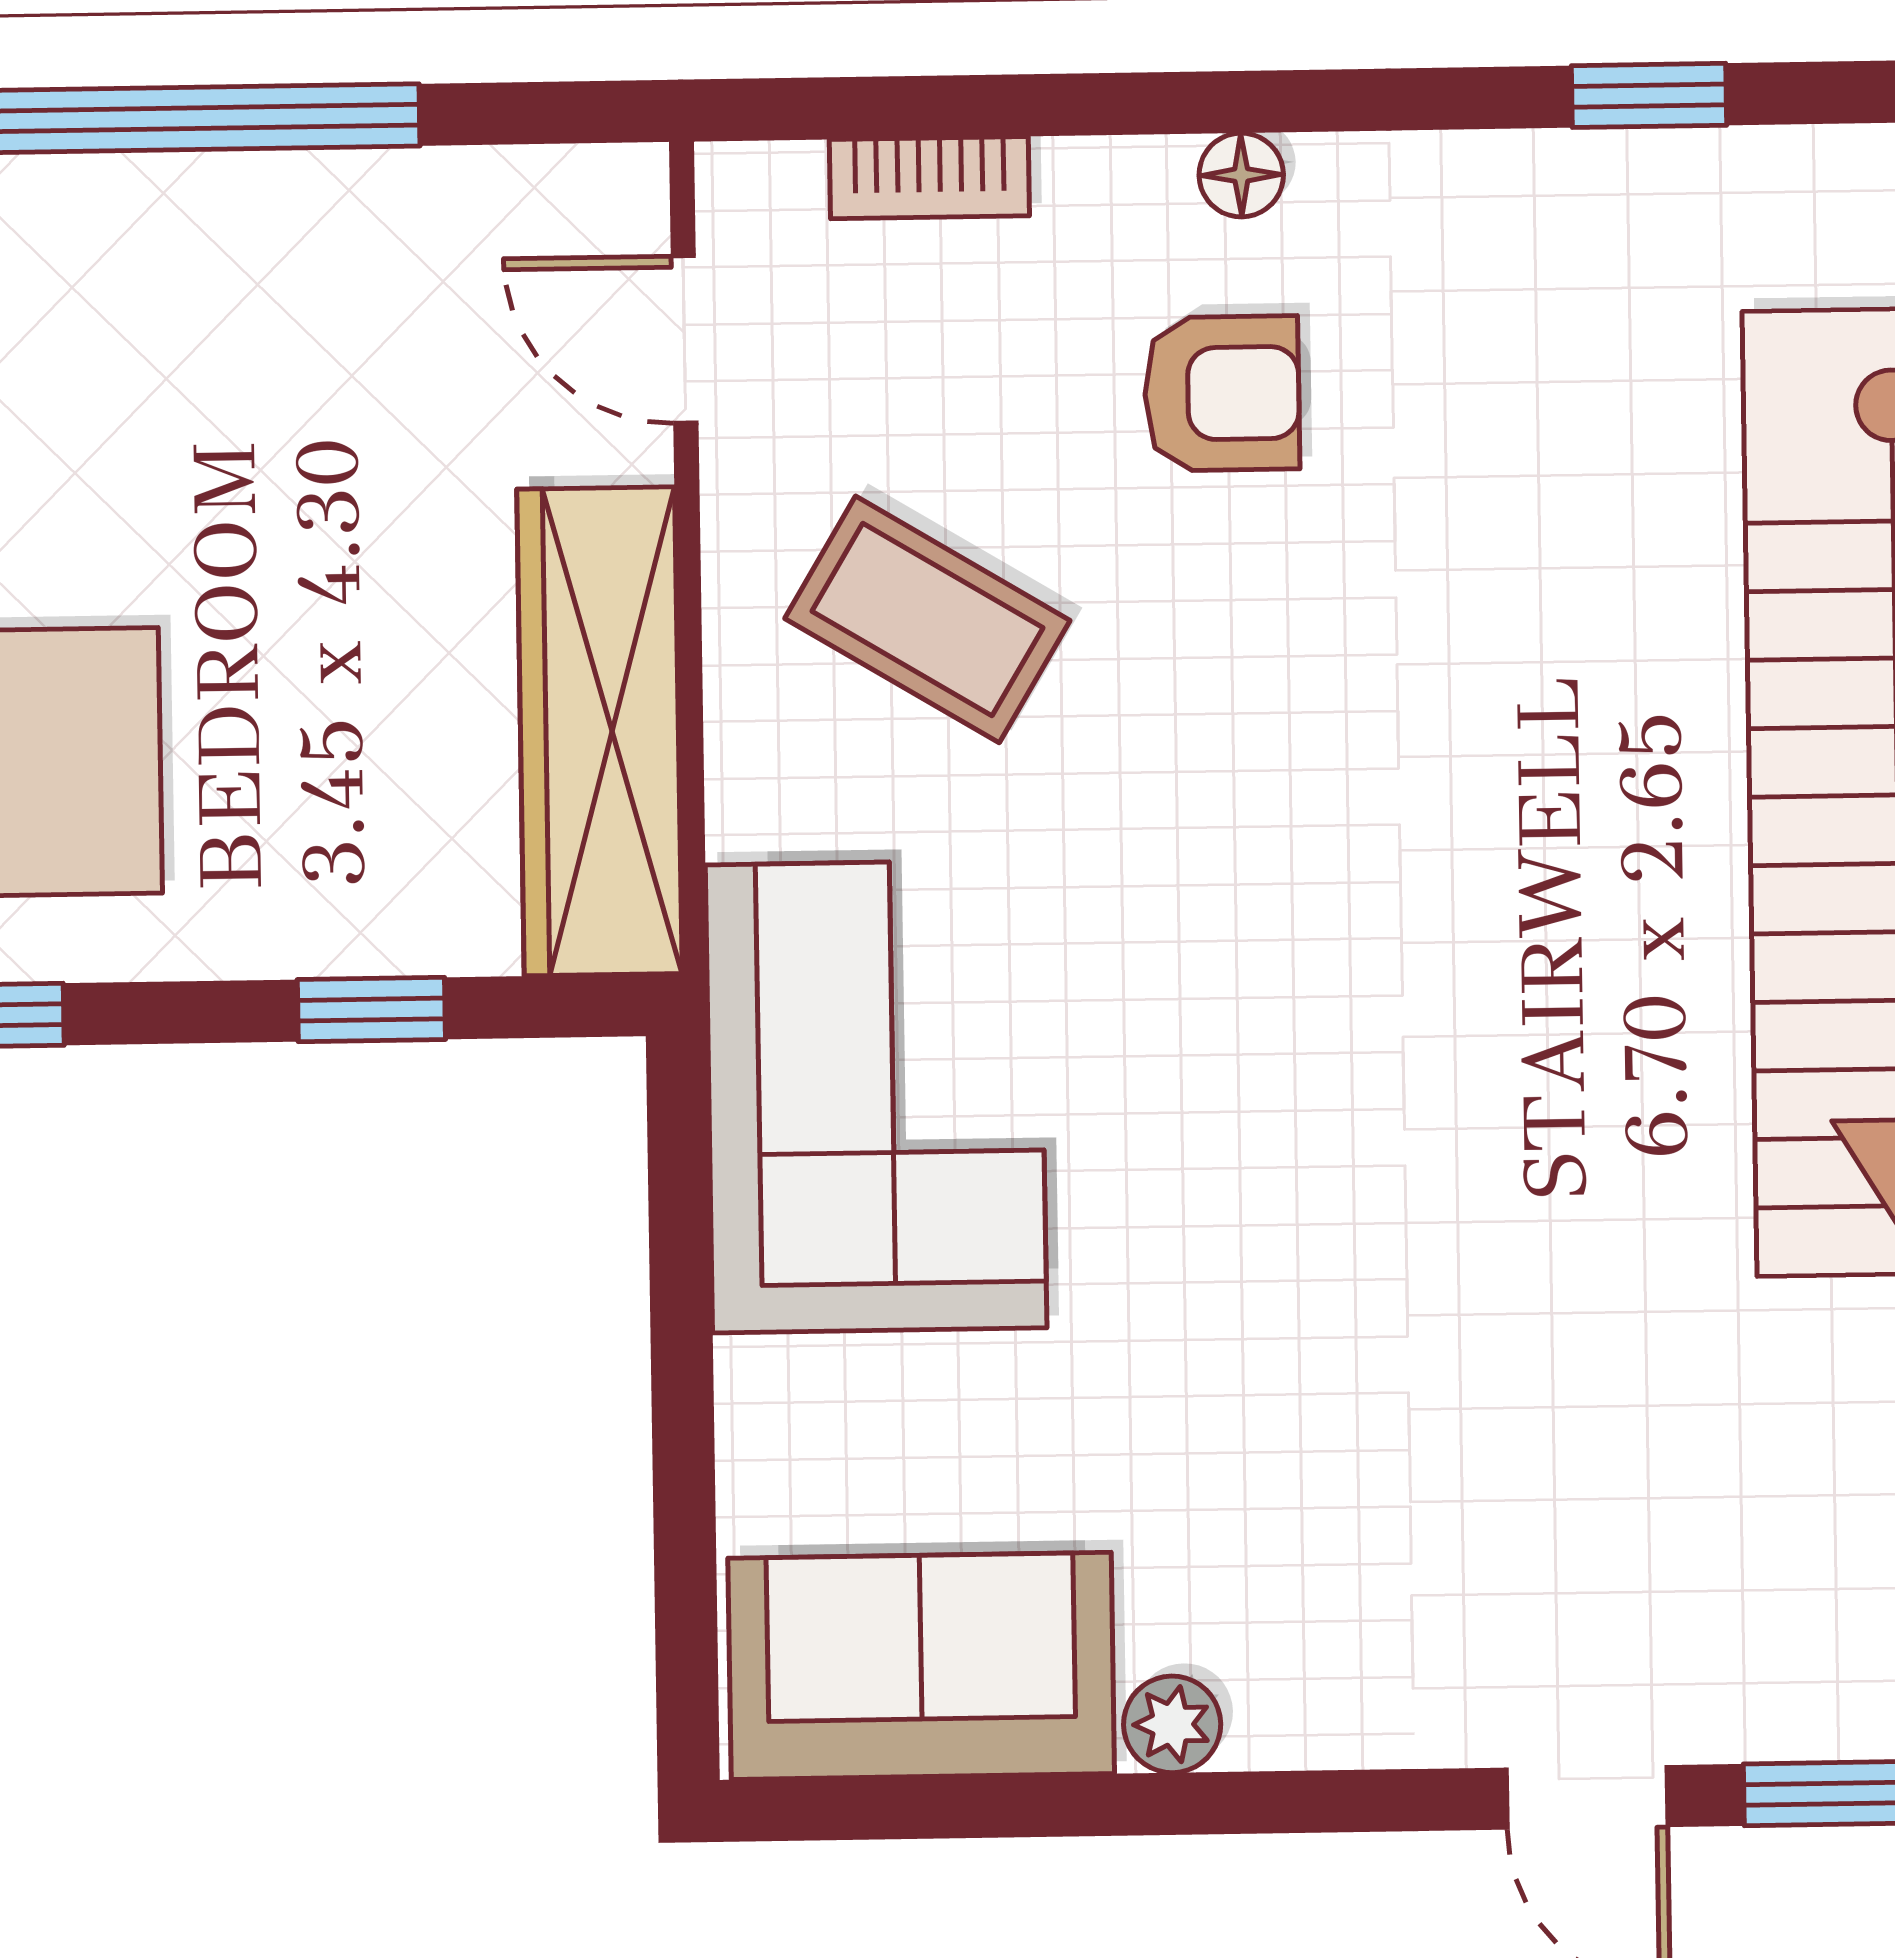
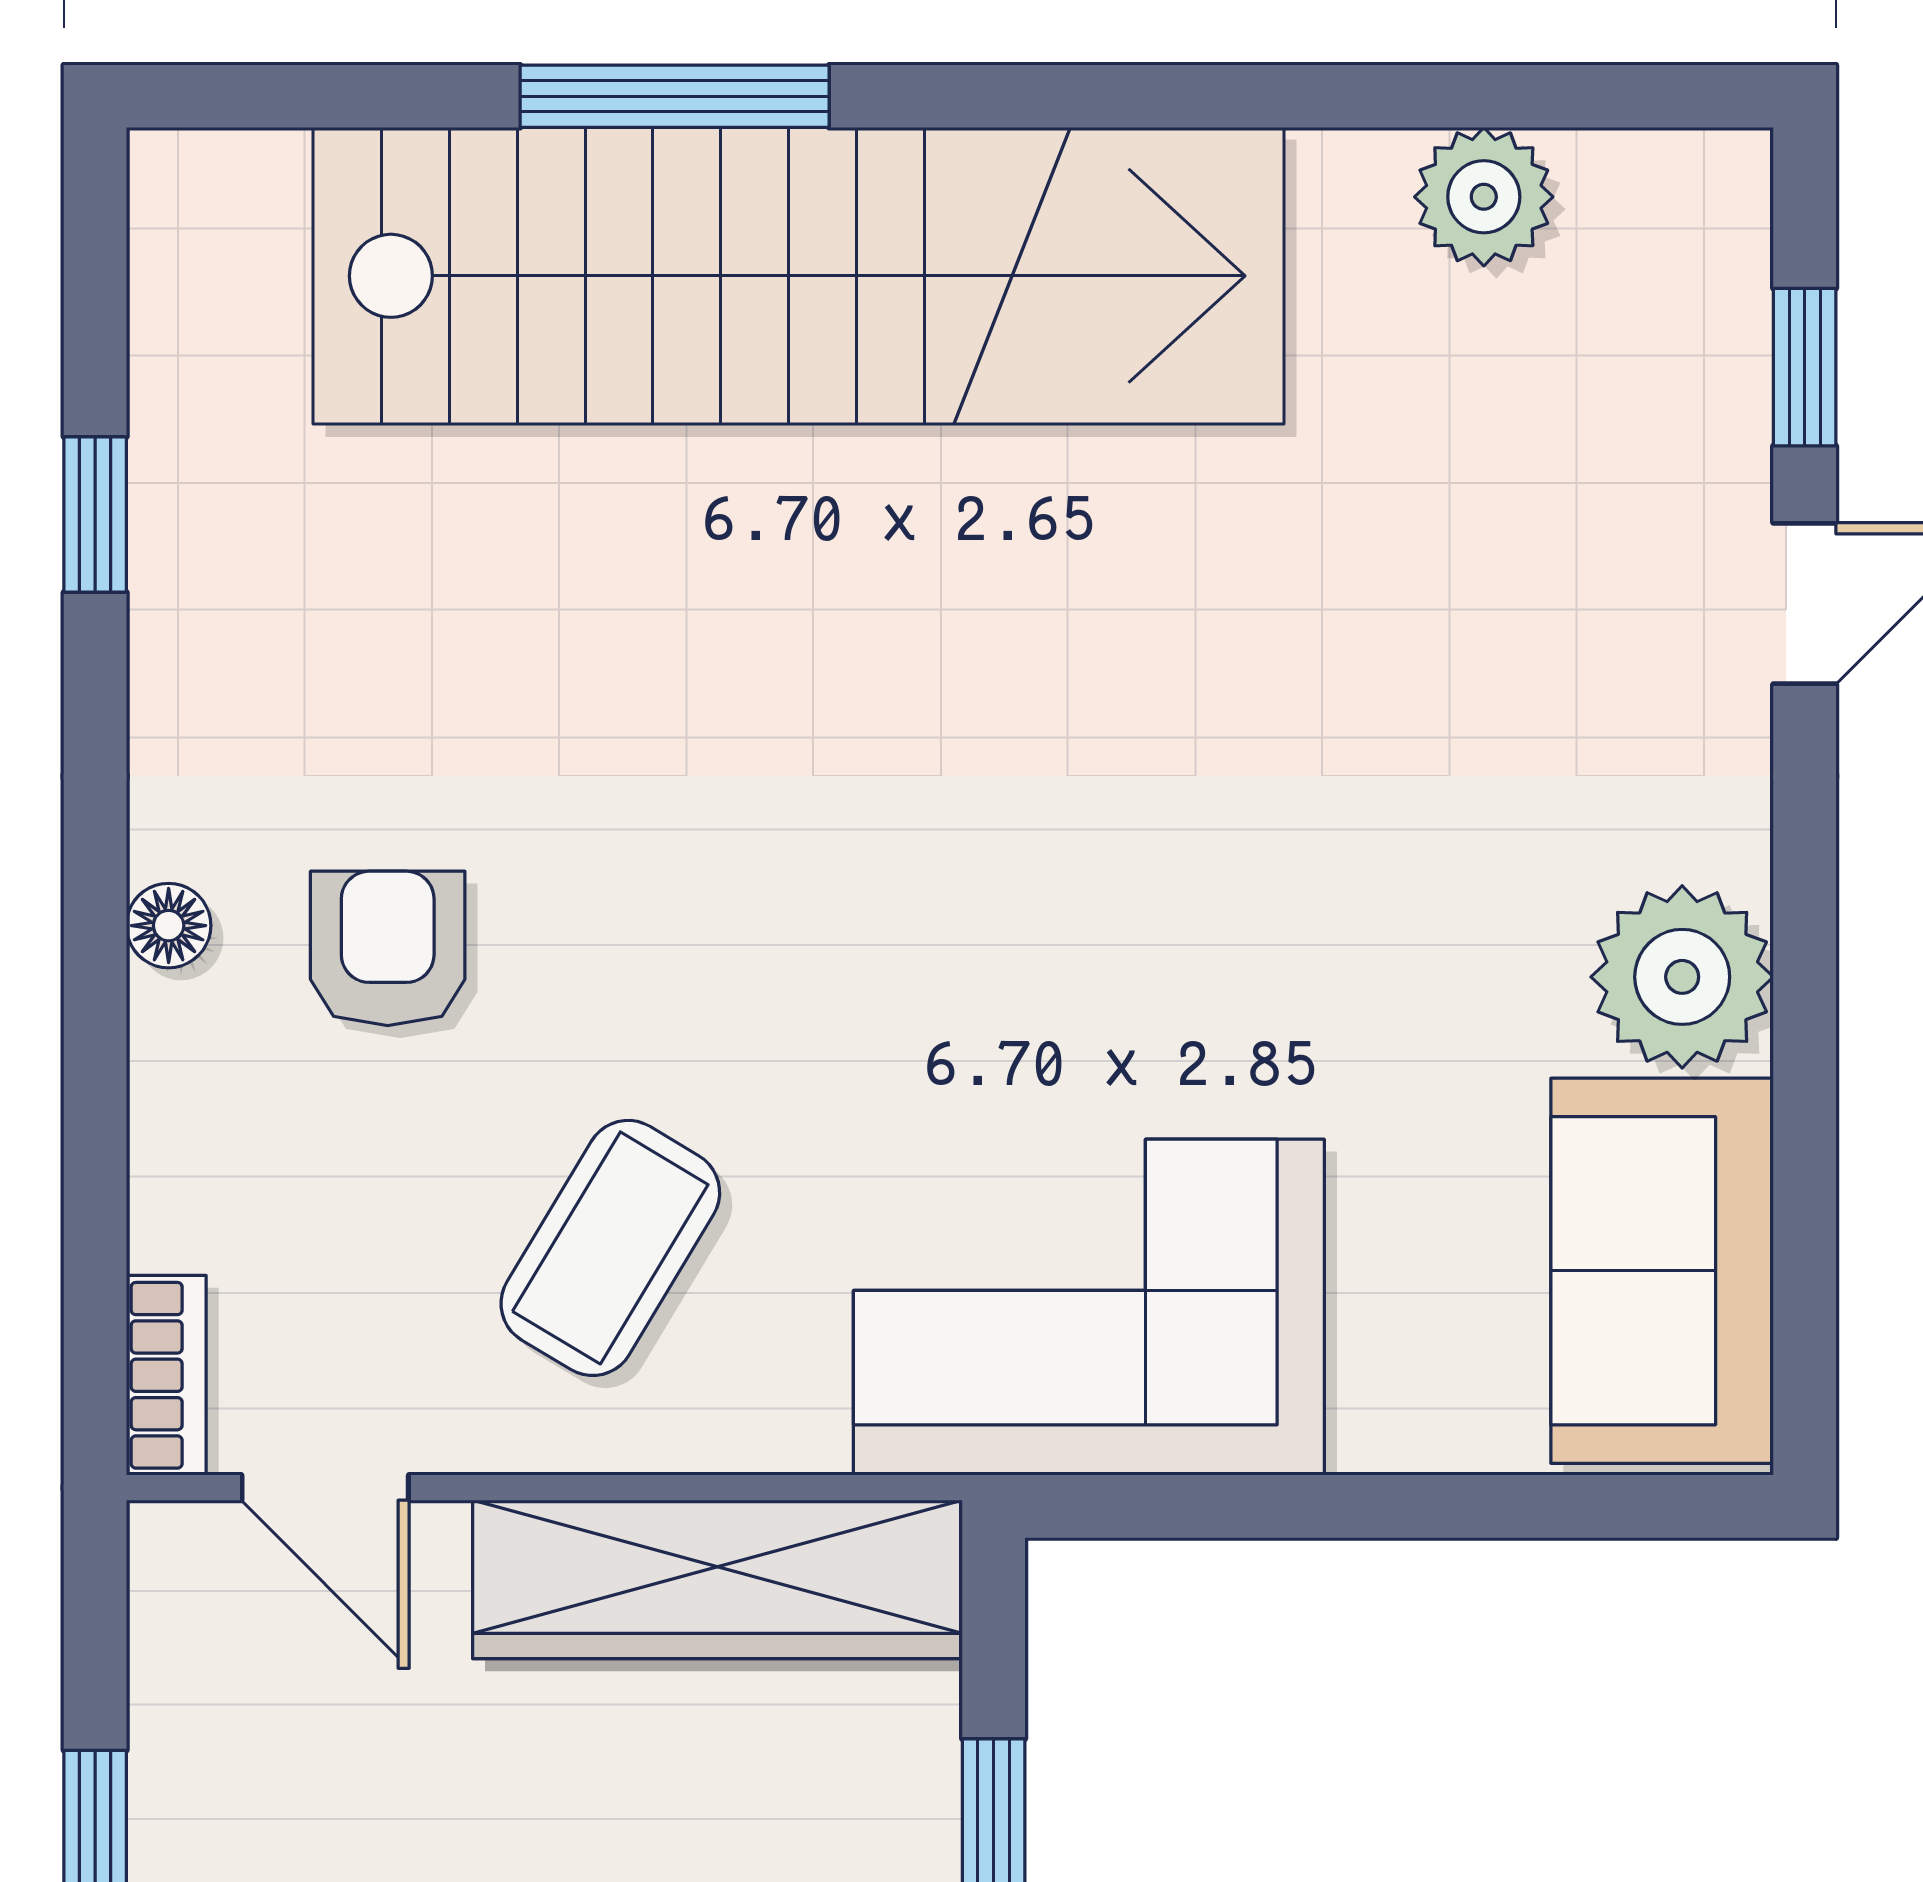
bookcase: (929, 178) -> (166, 1375), moved
door: (685, 340) -> (325, 1488), hinge flipped
plant: (1172, 1724) -> (1682, 977), width x1.88, depth x1.88

